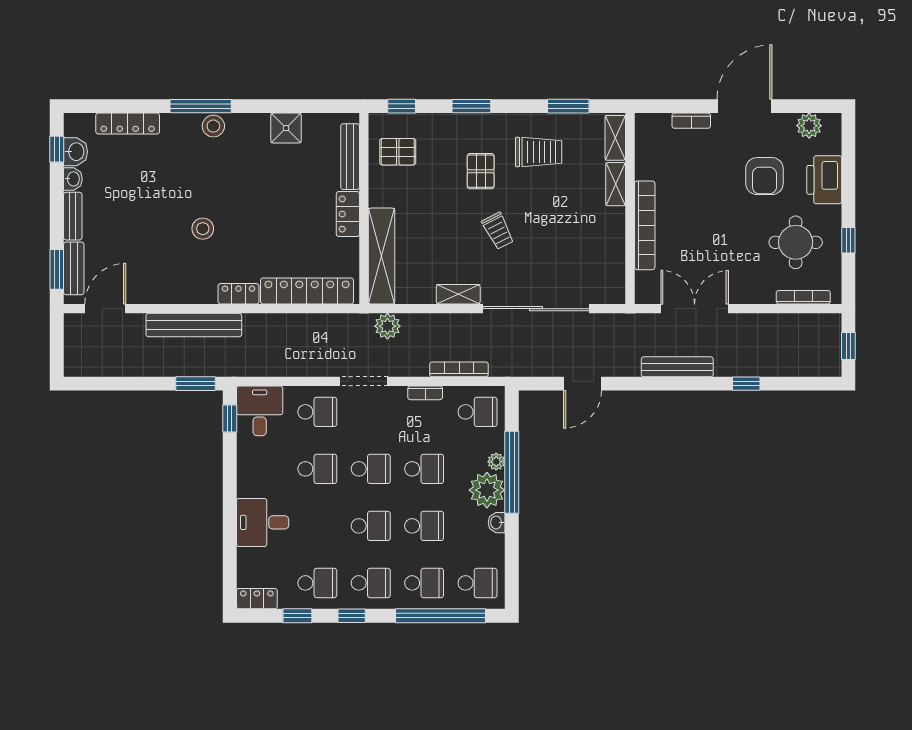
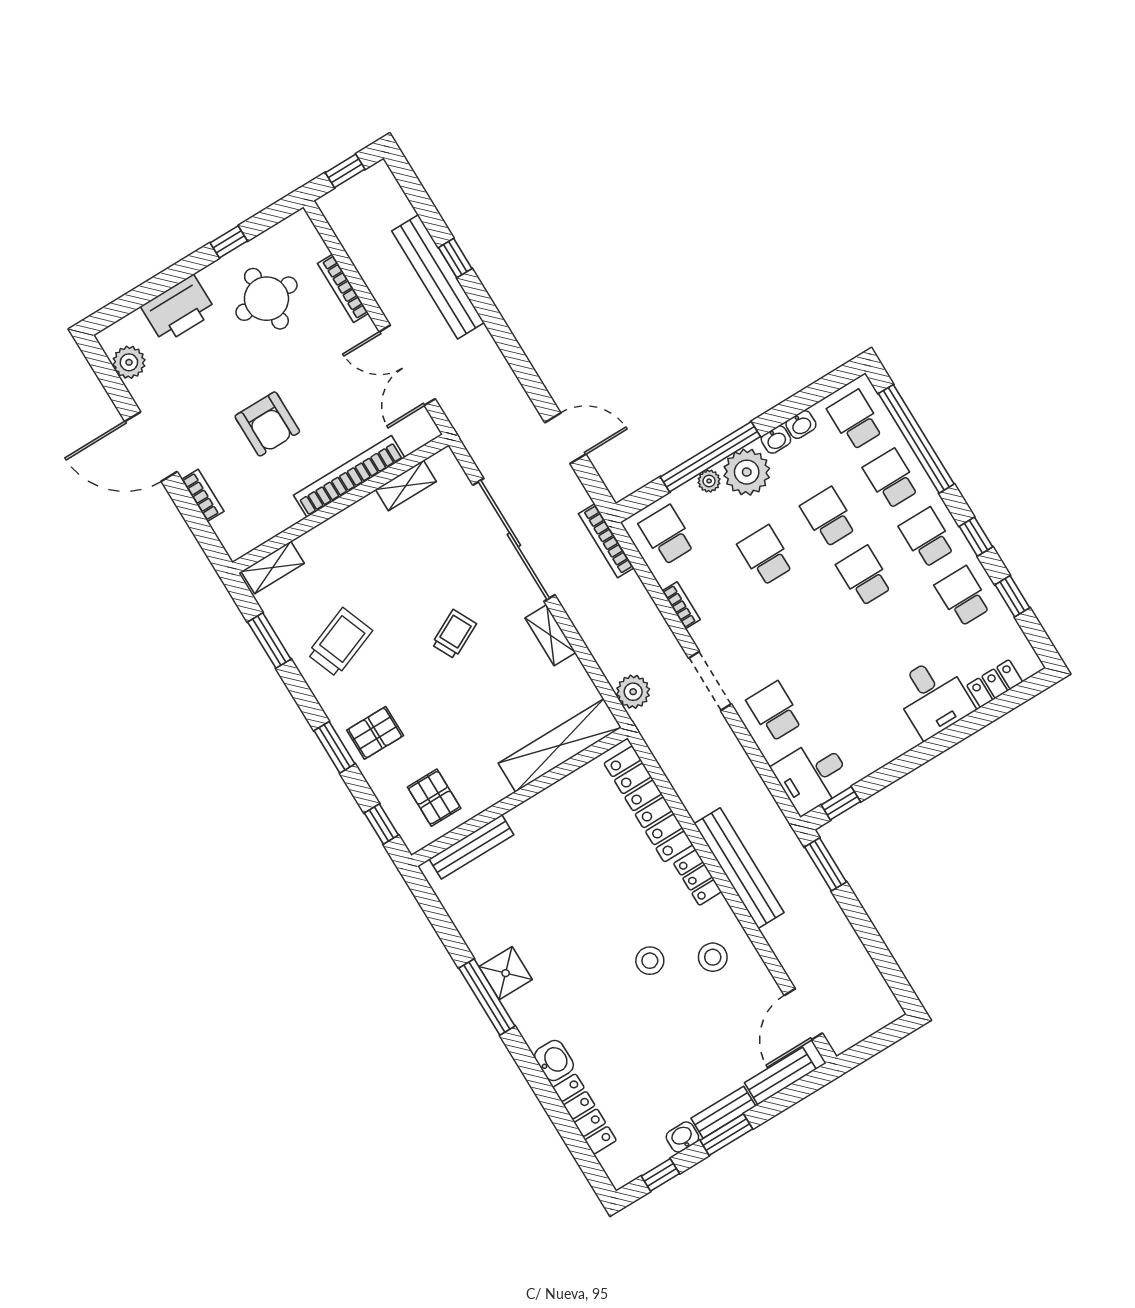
window: (201, 106) -> (487, 997), moved
stool: (213, 126) -> (713, 957), moved
shower: (286, 128) -> (506, 973), moved
washbasin: (76, 152) -> (554, 1061), moved, turned 90
trolley: (539, 152) -> (340, 642), turned 69
pallet: (481, 171) -> (375, 733), moved
armchair: (764, 176) -> (267, 424), moved, turned 90
shelving: (616, 184) -> (406, 486), moved
locker: (348, 214) -> (536, 811), removed
window: (57, 269) -> (726, 1135), moved
bookcase: (803, 297) -> (343, 288), moved
door: (105, 309) -> (803, 1014), hinge flipped
bench: (194, 325) -> (739, 868), moved
bench: (677, 367) -> (438, 277), moved, width x1.37, depth x1.21
bookcase: (459, 369) -> (606, 541), moved
school desk: (317, 469) -> (837, 673), removed
school desk: (371, 469) -> (801, 614), removed
washbasin: (496, 545) -> (801, 425), added
locker: (257, 599) -> (995, 684), moved, turned 90

